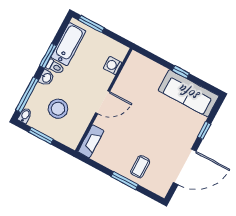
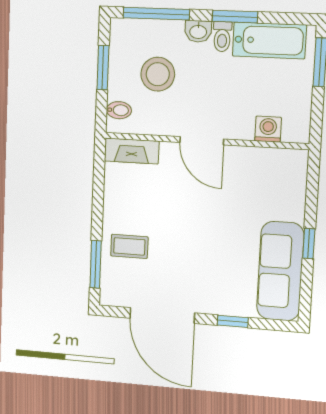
bidet: (25, 116) -> (119, 110), moved
window: (125, 181) -> (96, 264), moved

